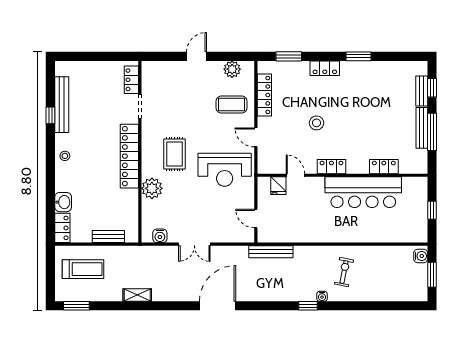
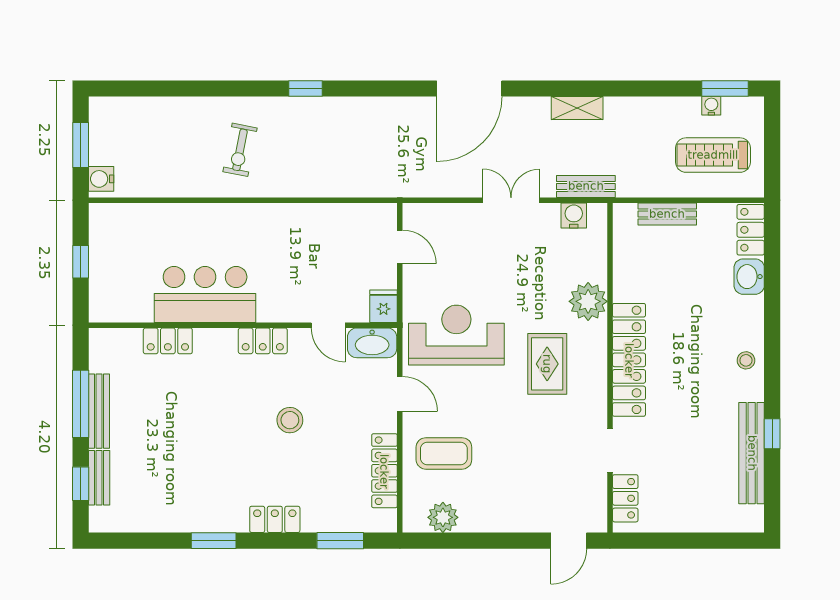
door: (197, 56) -> (569, 541), moved
washbasin: (271, 166) -> (372, 343), added
fridge: (278, 186) -> (384, 306), moved
bar counter: (363, 192) -> (205, 294), width x0.73
bench: (271, 252) -> (586, 186), moved, width x0.73
shelving: (137, 295) -> (577, 108), moved
water cooler: (322, 296) -> (711, 106), moved

